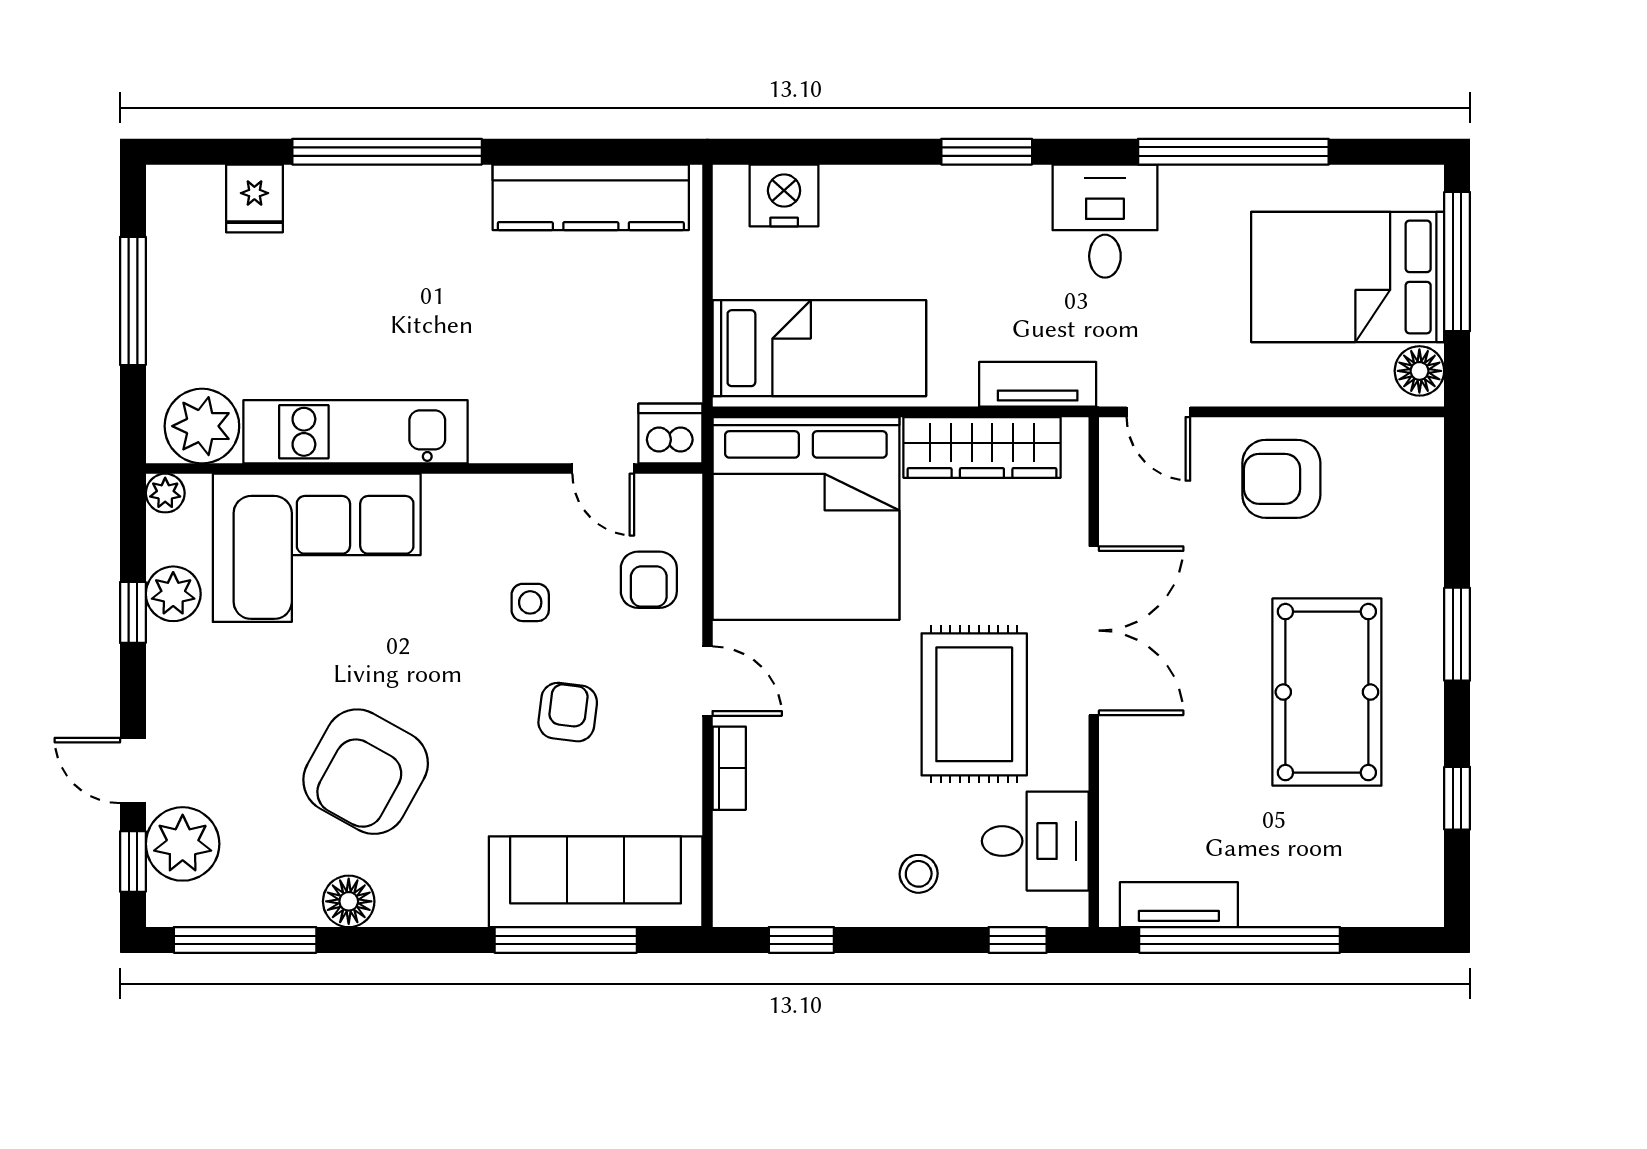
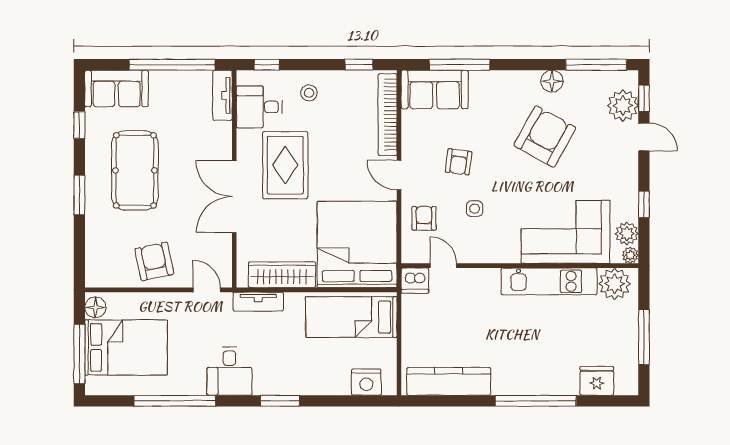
fridge: (254, 198) -> (597, 381), width x1.38
armchair: (1281, 479) -> (154, 261), turned -102
plant: (173, 594) -> (627, 234), moved
bookcase: (729, 768) -> (388, 115), width x2.31, depth x1.31
sofa: (596, 882) -> (435, 90), width x0.73
sofa: (1370, 884) -> (117, 89), added
tv unit: (1179, 905) -> (222, 95), moved, turned 90

